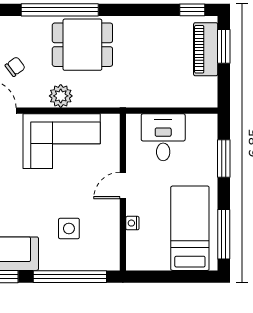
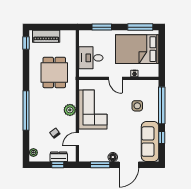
dining table: (82, 45) -> (54, 72), moved
window: (224, 46) -> (45, 27), removed
bed: (190, 228) -> (137, 49), width x1.50

